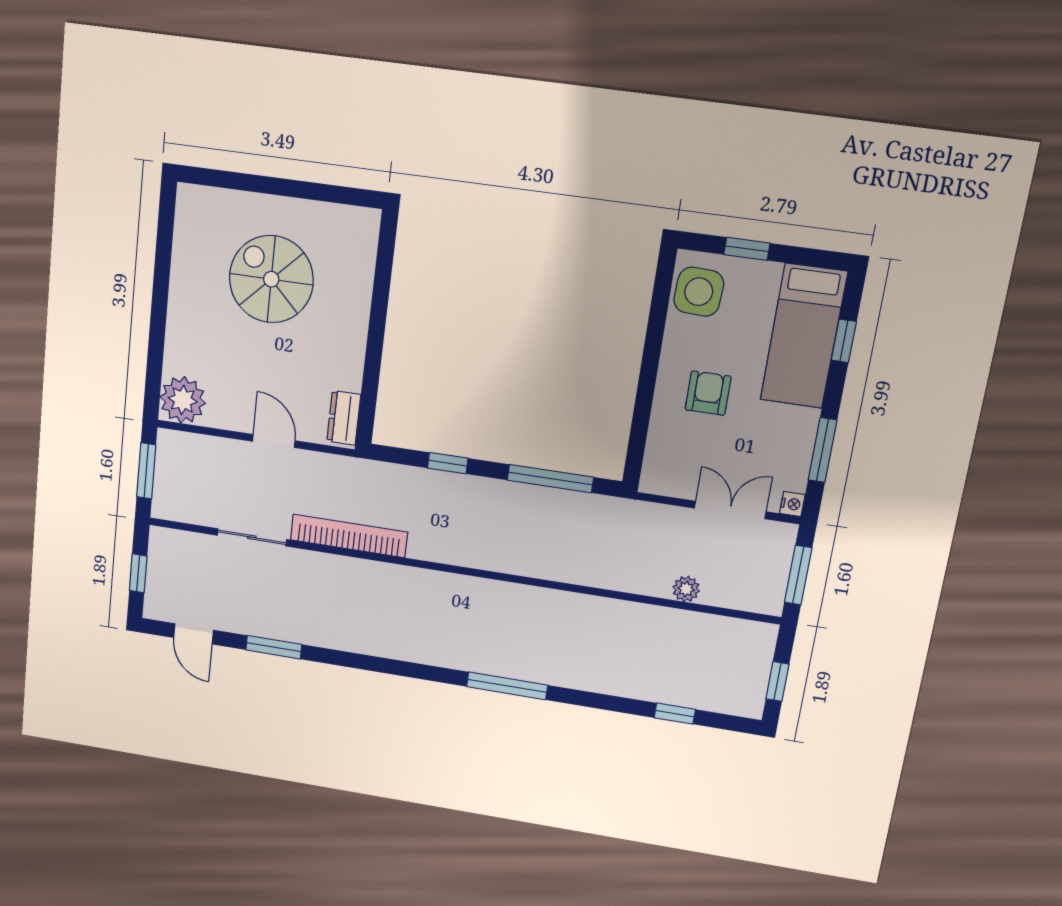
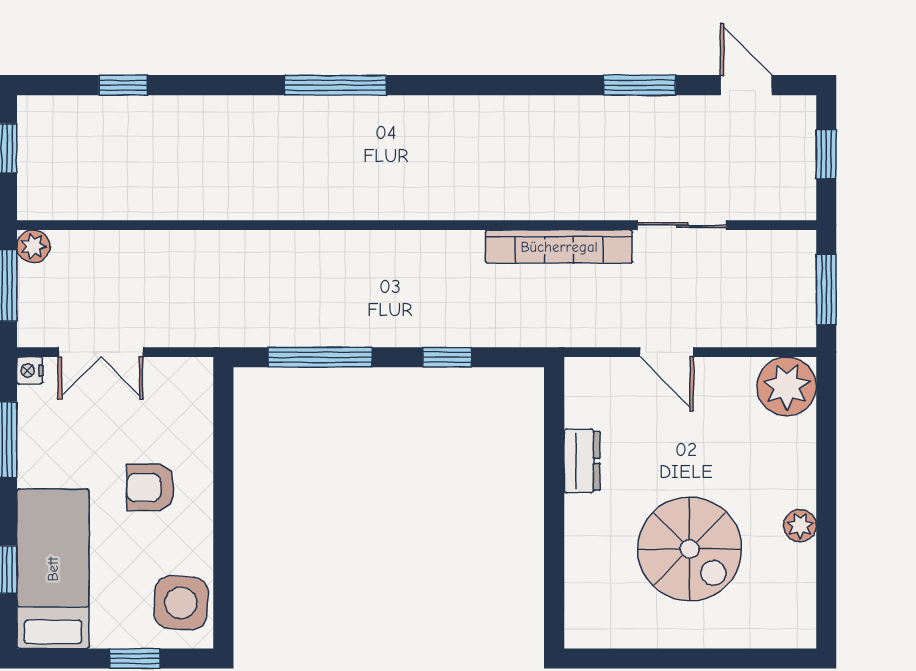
plant: (182, 286) -> (800, 526), added
armchair: (708, 393) -> (150, 487), turned 90
dresser: (344, 418) -> (582, 461), moved
plant: (686, 589) -> (33, 246), moved

